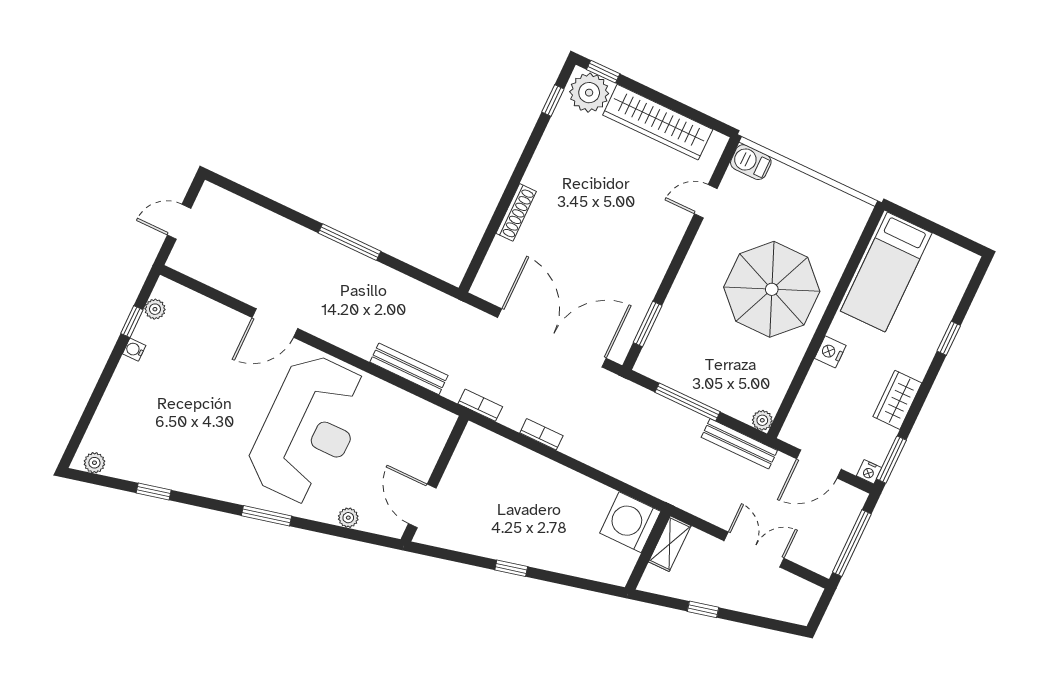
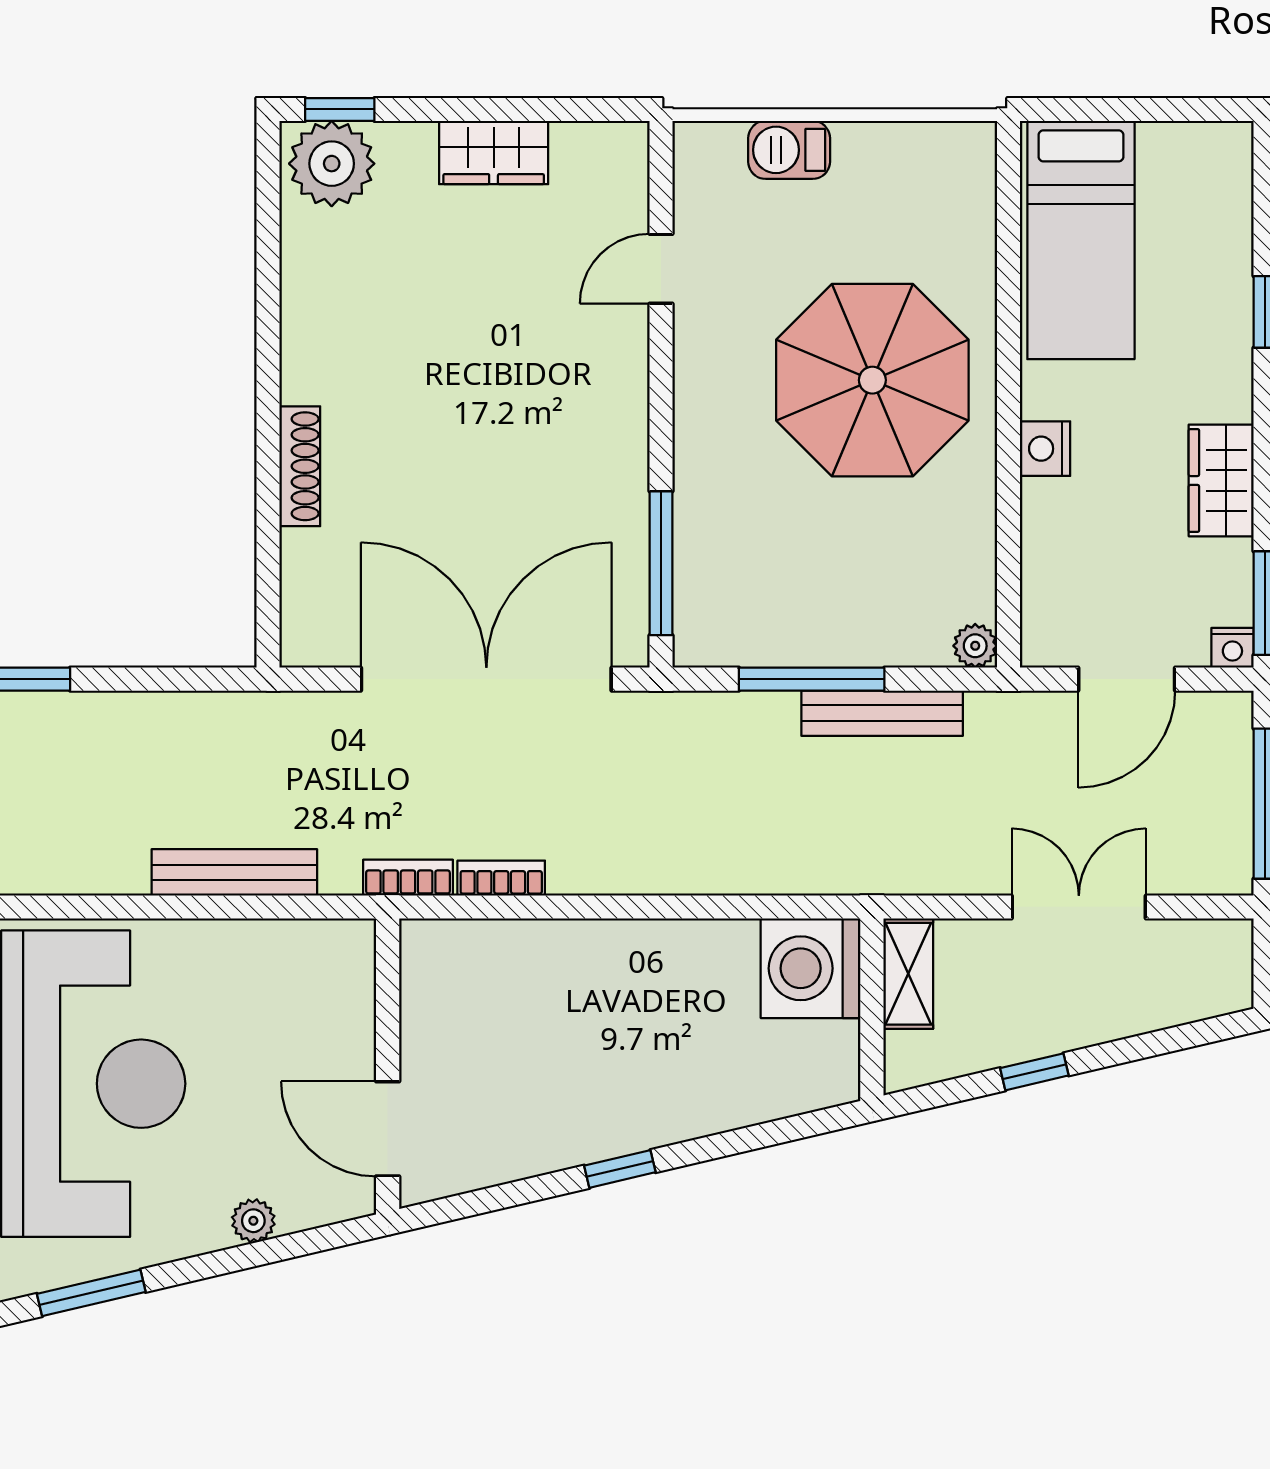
window: (553, 100) -> (268, 213), removed
wardrobe: (658, 122) -> (494, 153), width x0.48, depth x0.85
barbecue: (751, 162) -> (789, 150), moved
window: (648, 324) -> (661, 563), width x1.44
bookcase: (541, 434) -> (501, 878), moved
bench: (739, 444) -> (882, 713), moved

